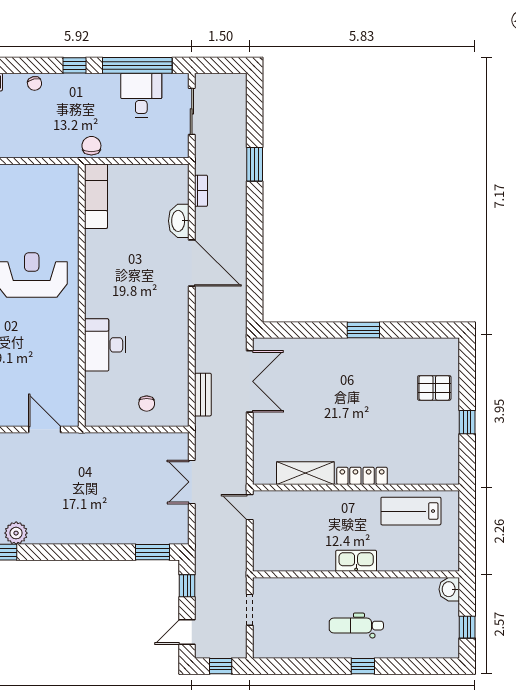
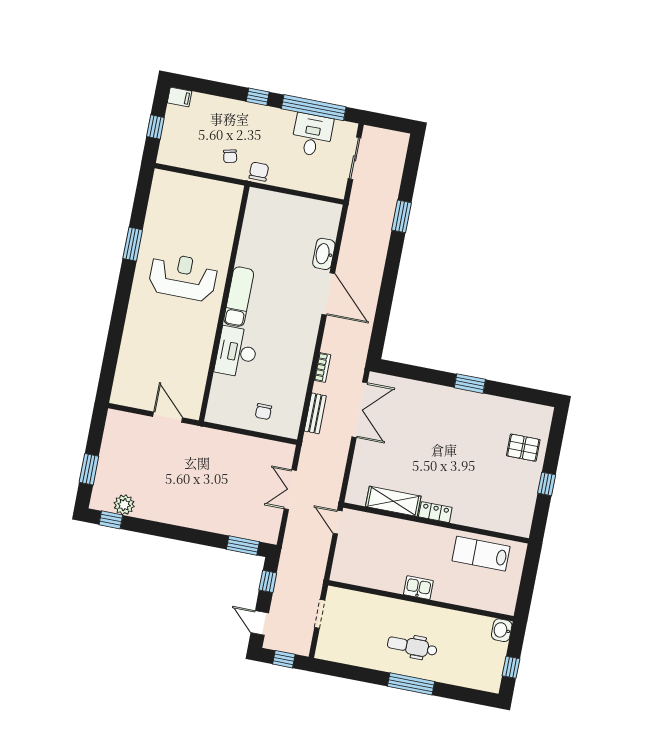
chair: (35, 83) -> (230, 156), moved
bookcase: (201, 191) -> (322, 367), moved
exam couch: (96, 196) -> (239, 297), moved
locker: (362, 476) -> (435, 512), width x0.66
kitchen sink: (356, 561) -> (418, 588), width x0.73
door: (187, 632) -> (260, 623), hinge flipped
window: (363, 666) -> (411, 684), width x2.17

